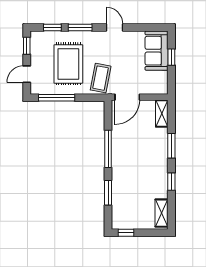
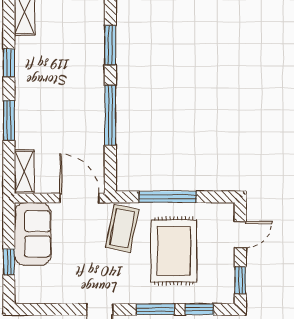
sofa: (157, 51) -> (33, 234), moved
door: (127, 97) -> (80, 198), hinge flipped
window: (57, 98) -> (168, 197), moved

